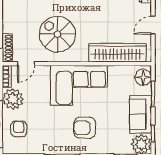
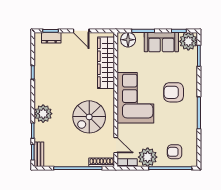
armchair: (85, 128) -> (174, 92), turned 90

